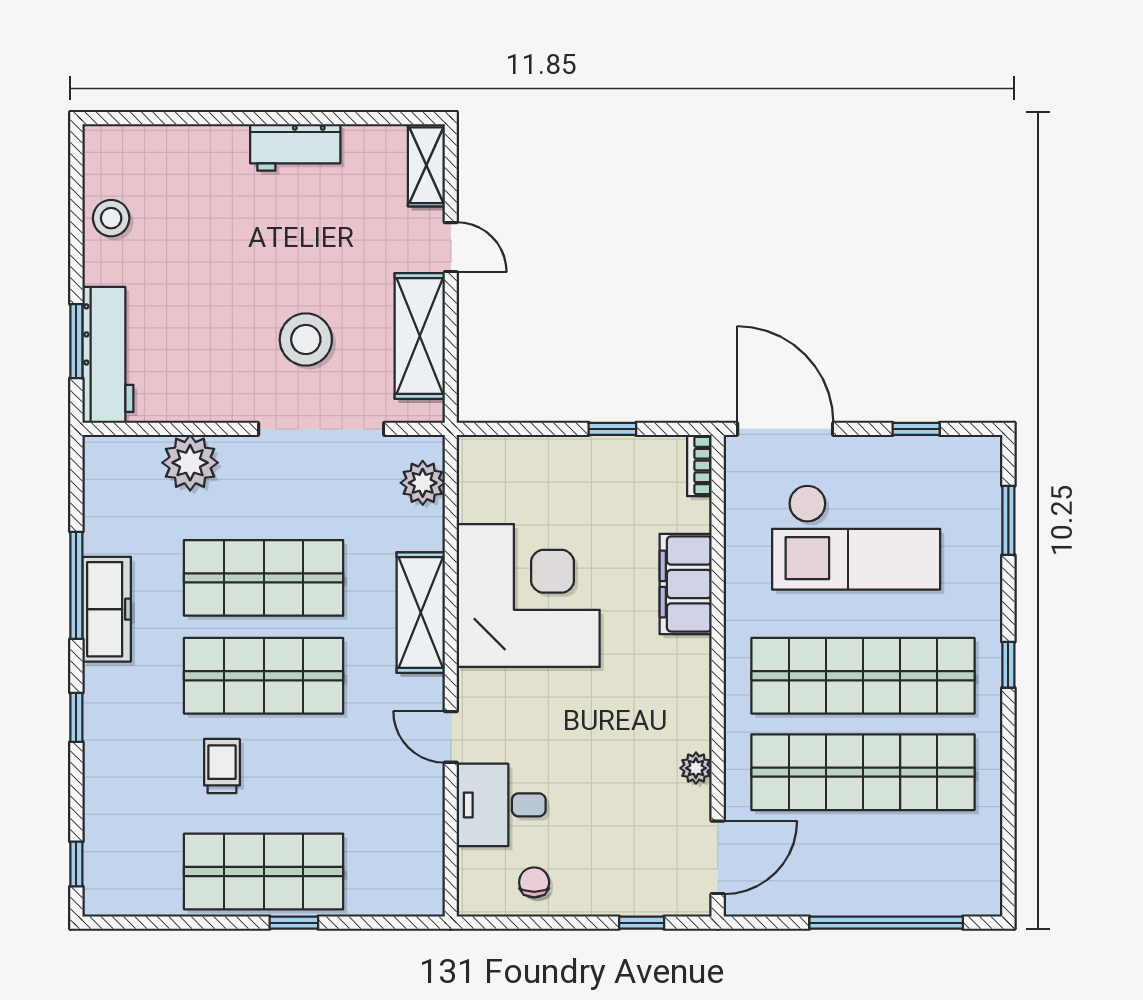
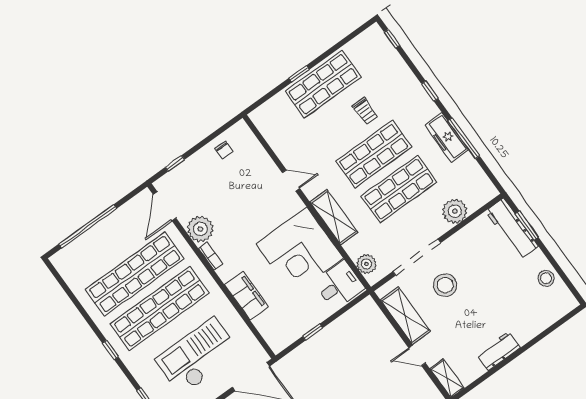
bookcase: (699, 465) -> (211, 256), moved
plant: (696, 768) -> (200, 229), width x1.88, depth x1.88
desk: (501, 805) -> (339, 285), moved

